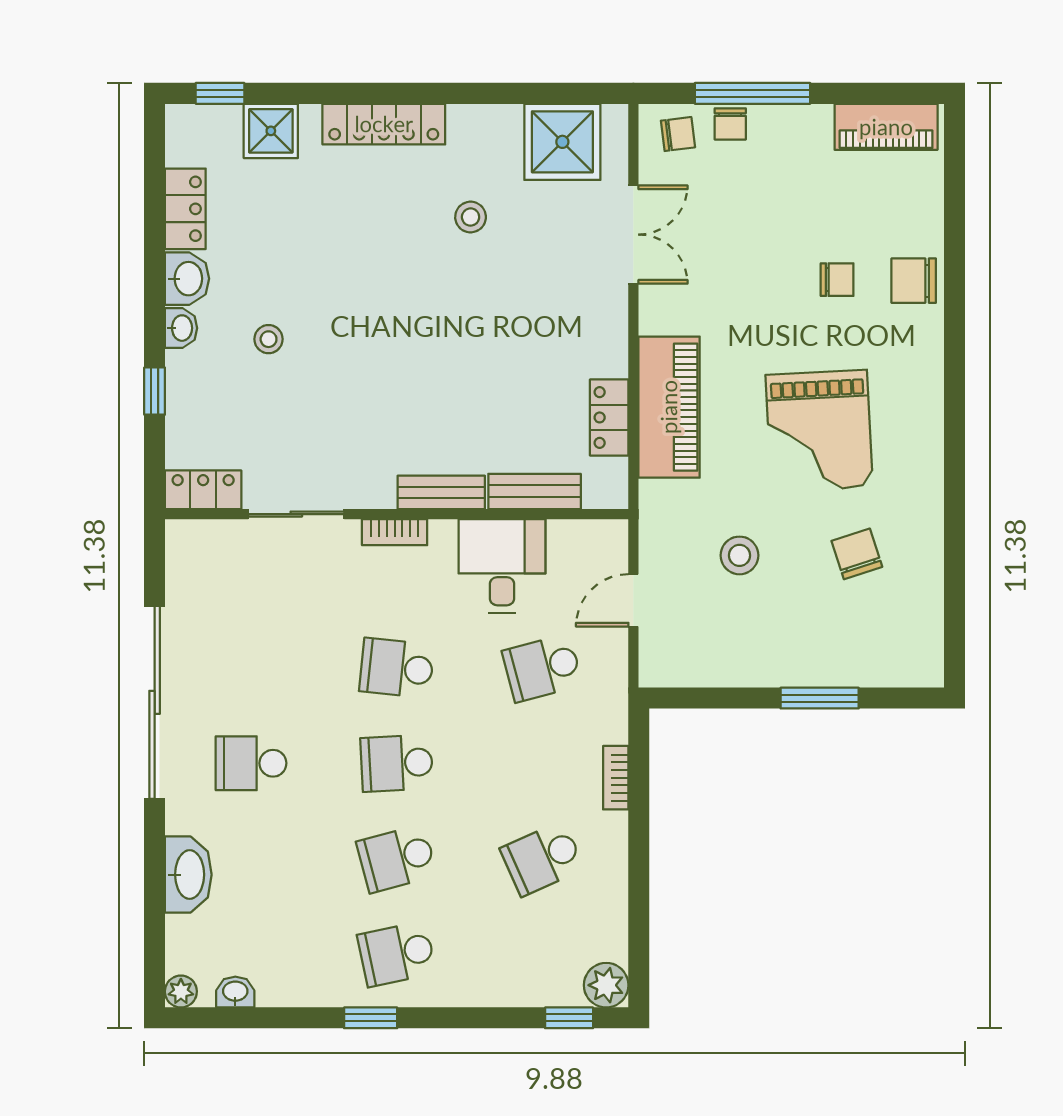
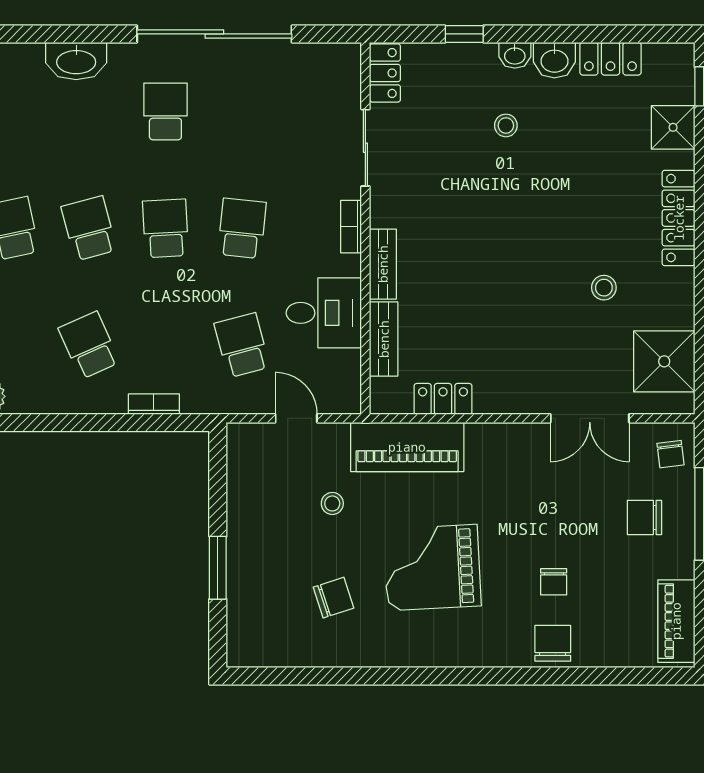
chair: (730, 124) -> (644, 517), moved, width x1.37, depth x1.37
piano: (669, 407) -> (407, 447), moved
stool: (739, 555) -> (332, 503), width x0.73, depth x0.73

